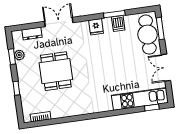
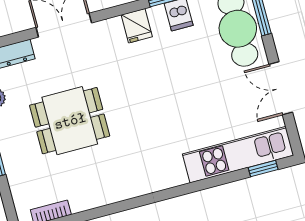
dining table: (56, 71) -> (70, 121), turned 90

